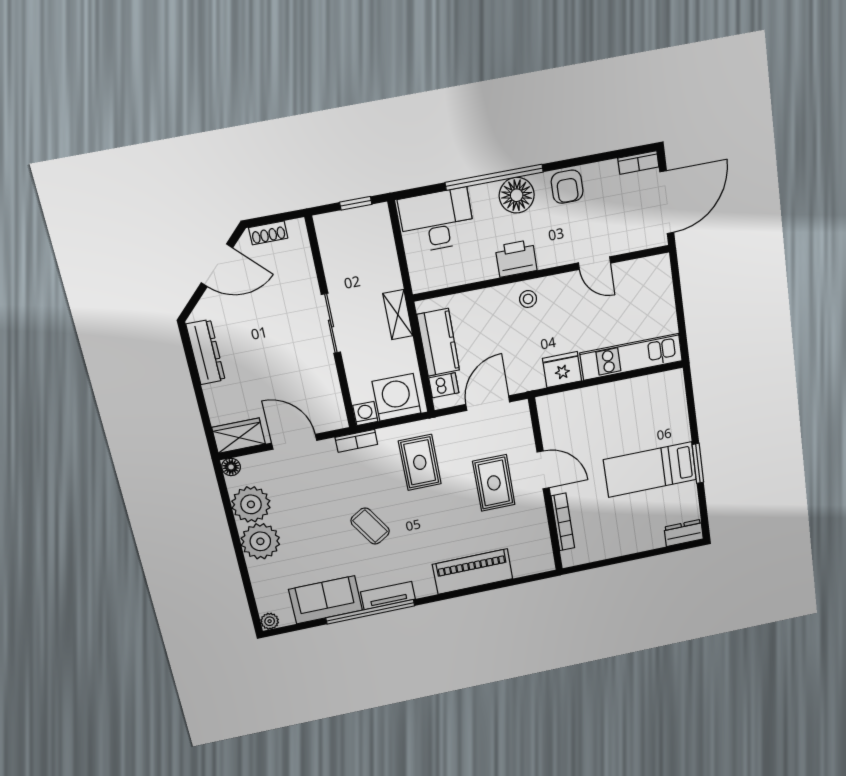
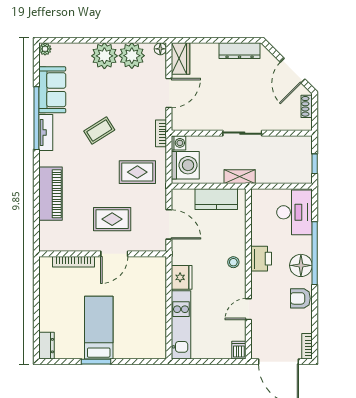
dishwasher: (444, 385) -> (239, 350), moved, turned 180

